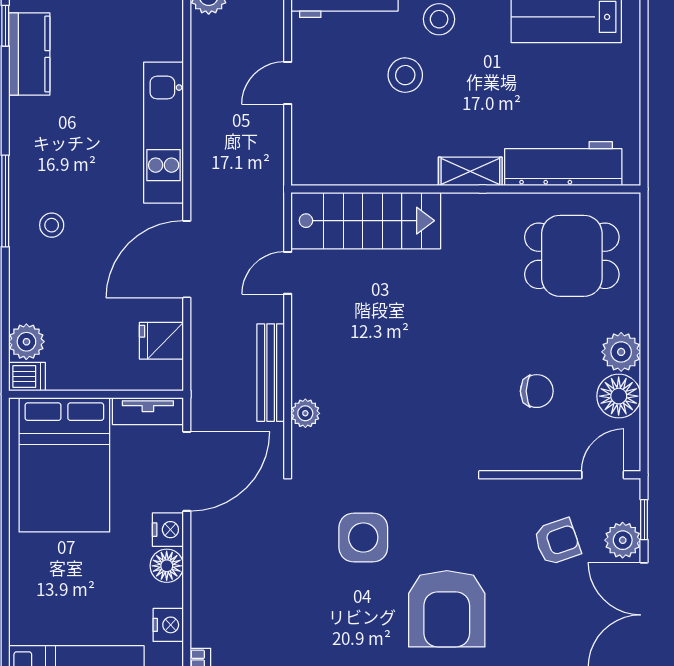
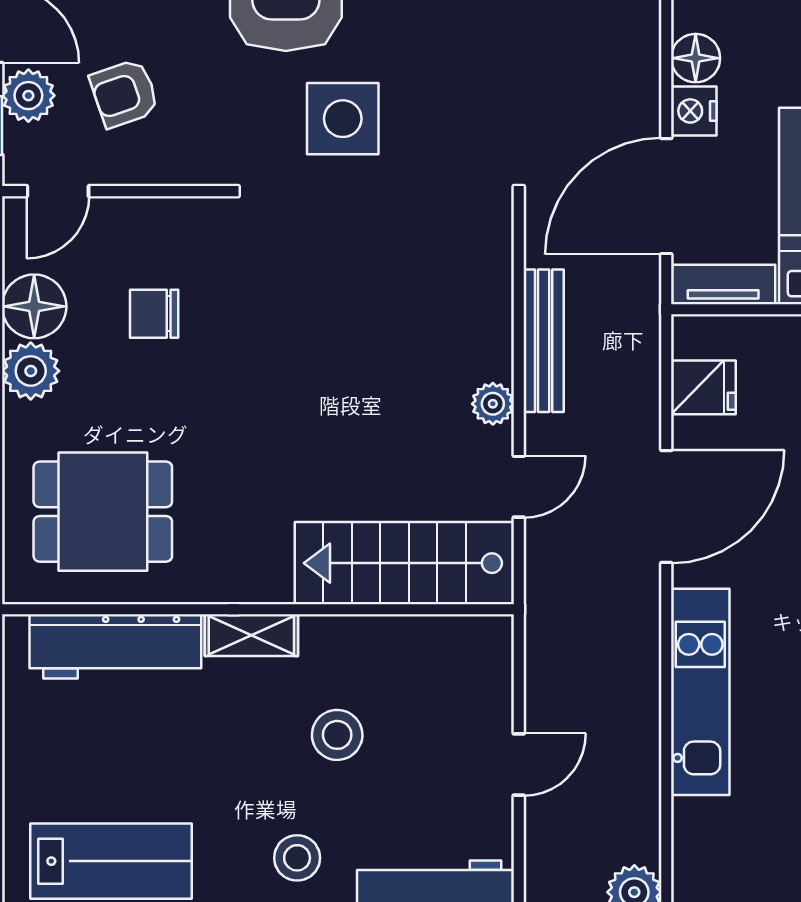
stool: (405, 75) -> (337, 735), moved
plant: (305, 413) -> (493, 404), moved
side table: (363, 537) -> (343, 119), moved

